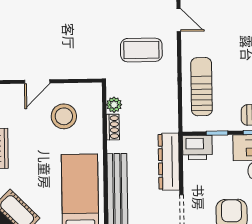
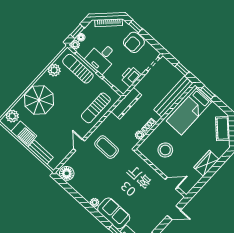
door: (37, 82) -> (171, 183), moved
printer: (197, 148) -> (131, 76), moved, turned -90
dresser: (169, 162) -> (126, 103), moved

